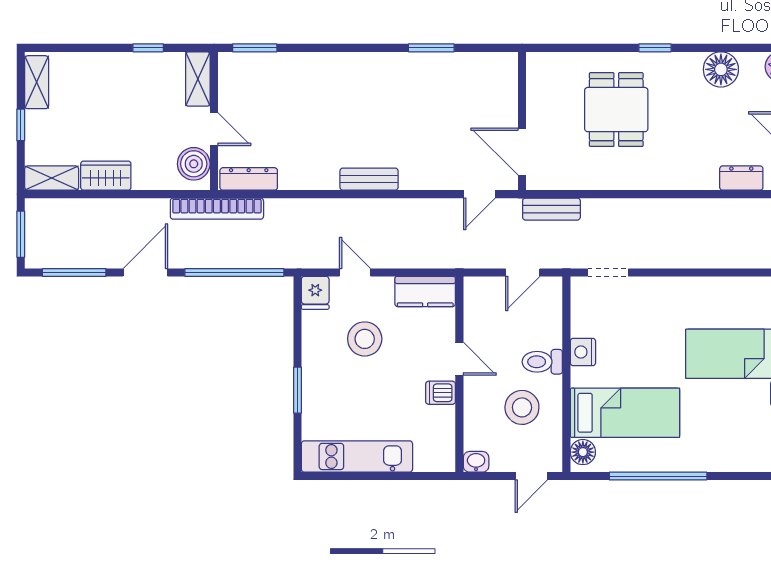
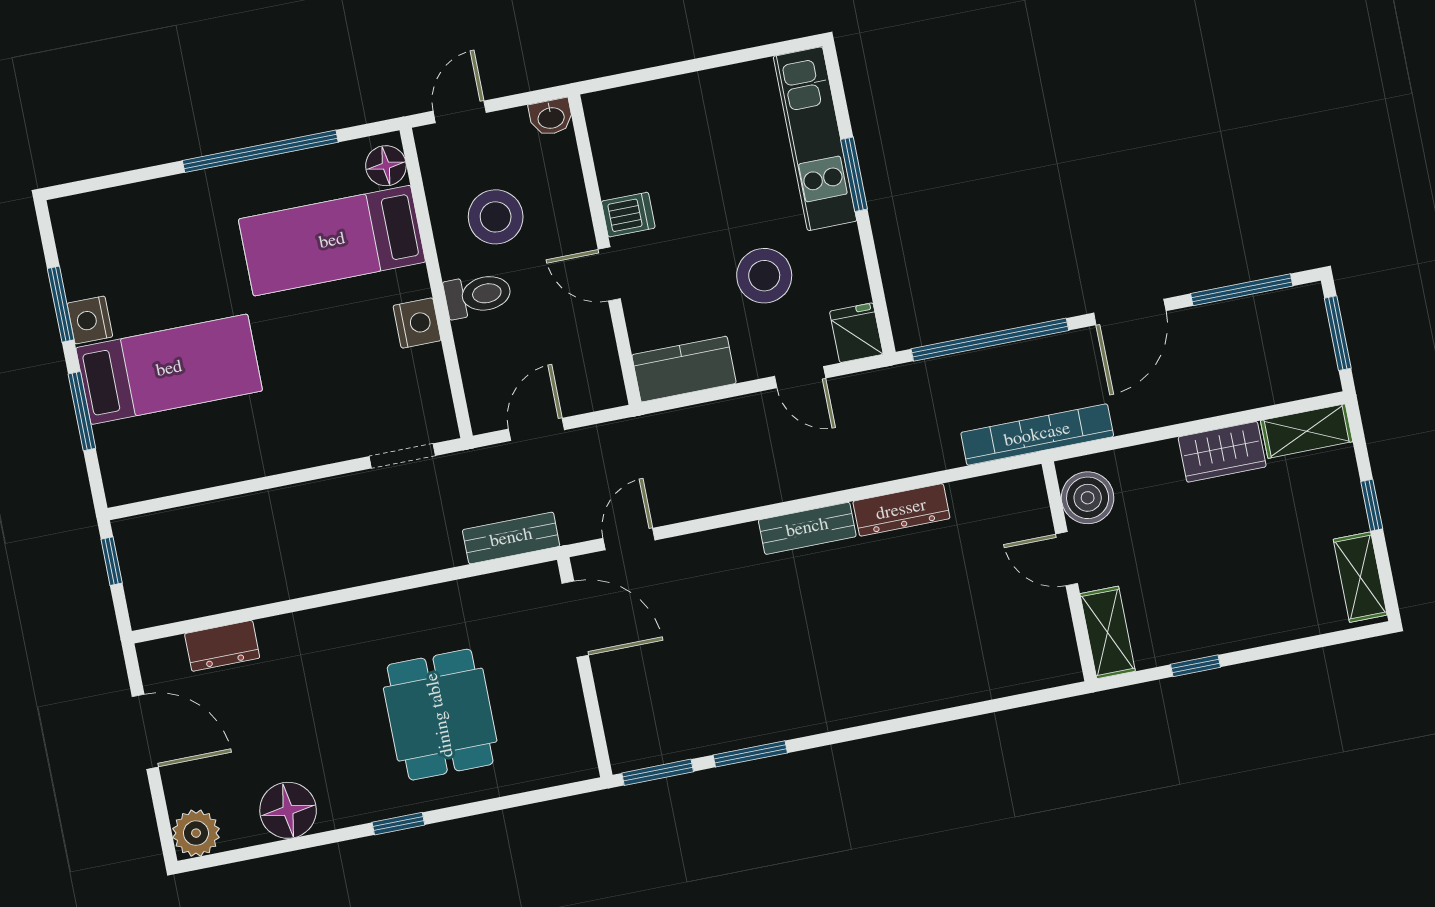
window: (255, 48) -> (658, 772), moved
dresser: (249, 179) -> (901, 510), moved
kitchen unit: (357, 456) -> (815, 139), moved, turned 90

